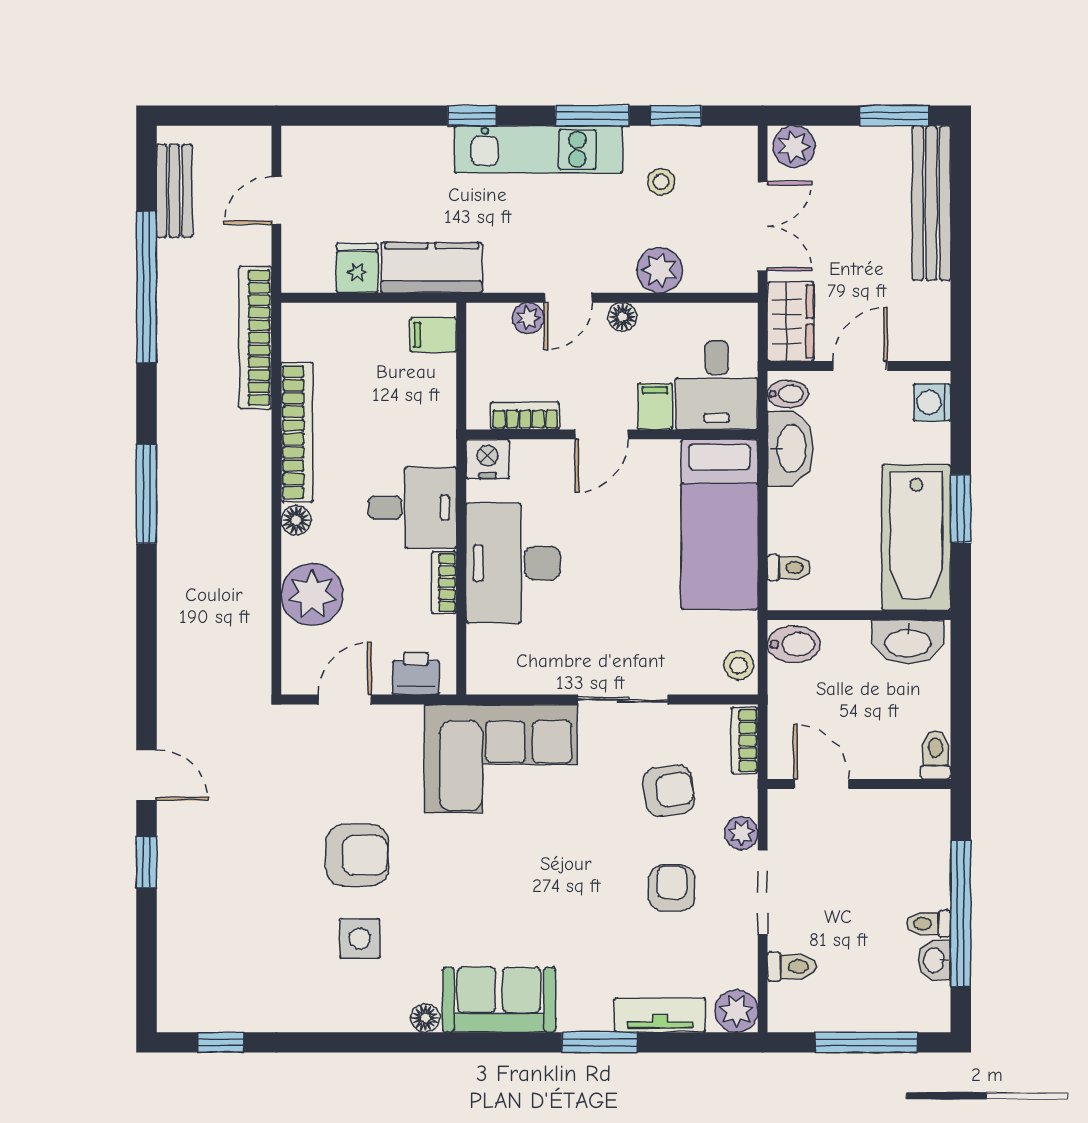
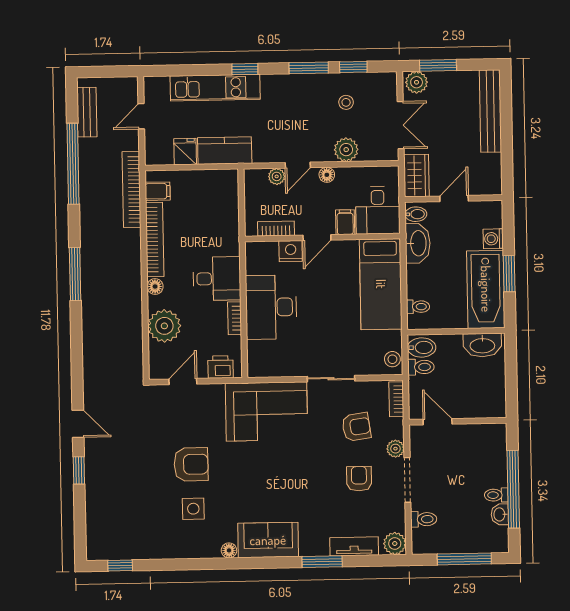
window: (894, 116) -> (438, 65), moved
kitchen unit: (539, 149) -> (215, 88), moved
filing cabinet: (433, 335) -> (158, 191), moved, turned 180
washing machine: (932, 402) -> (493, 239), moved
nightstand: (488, 459) -> (291, 251), moved
toilet: (936, 755) -> (421, 367), moved, turned 90

